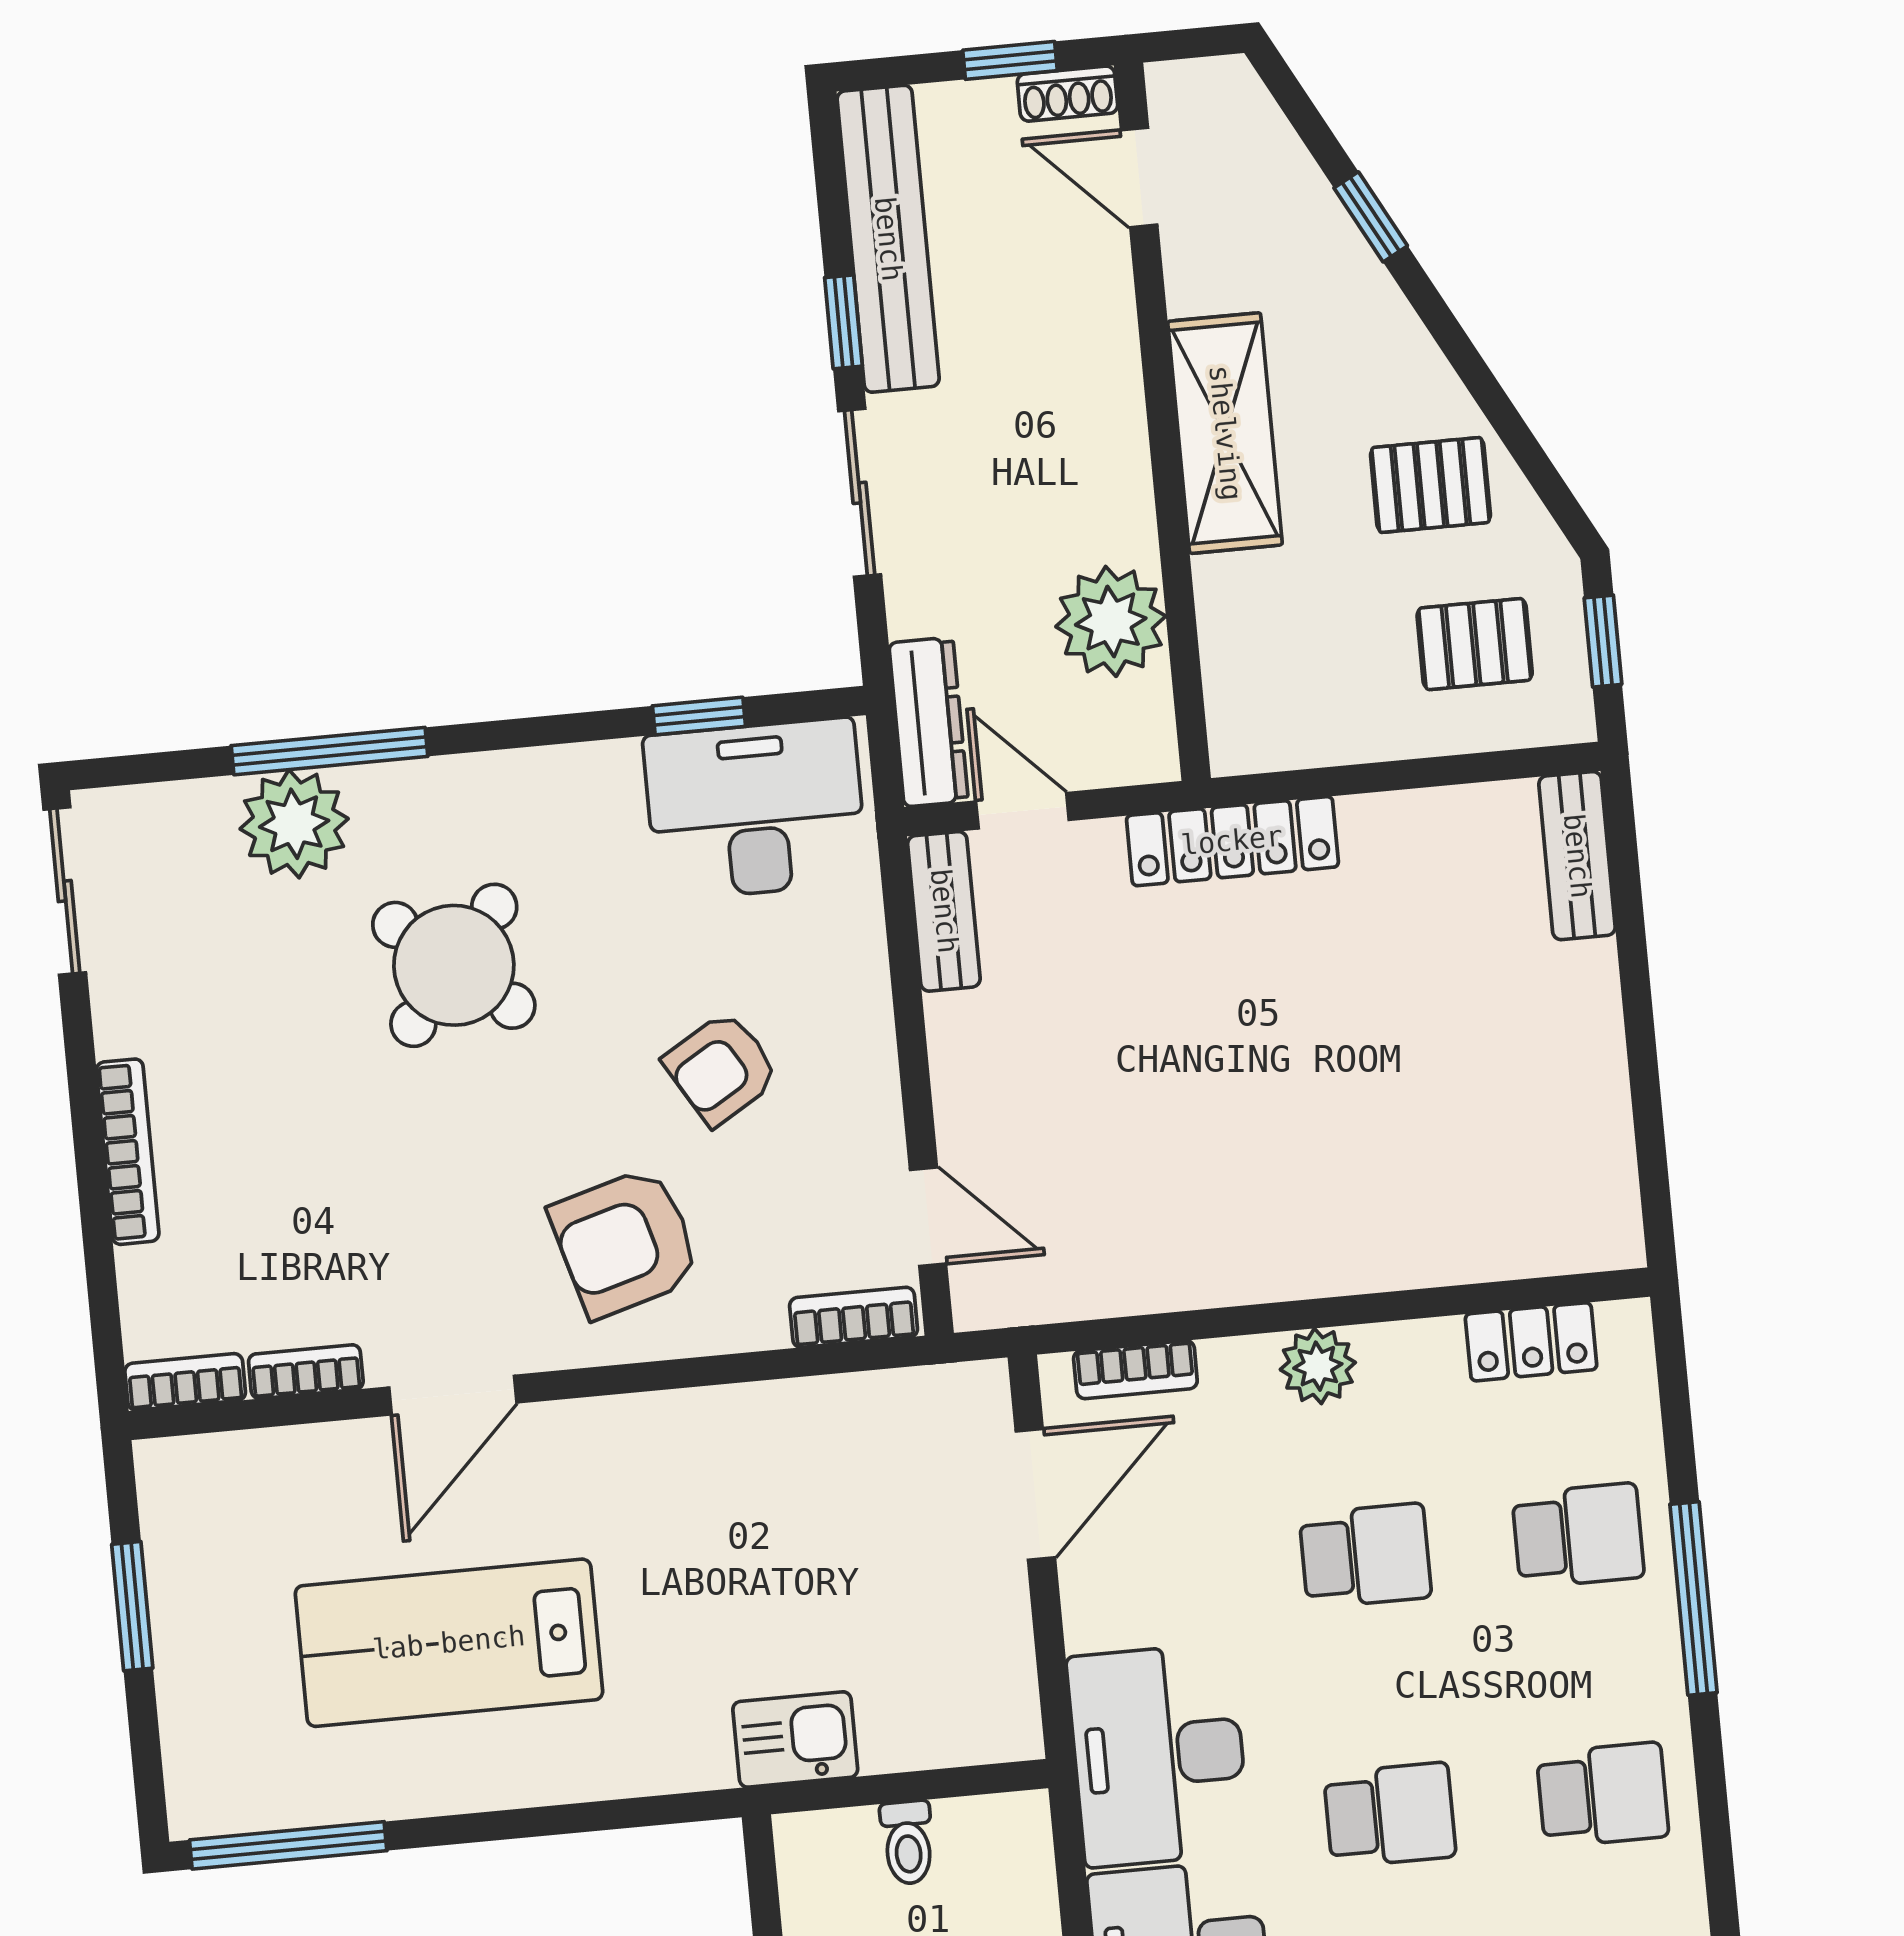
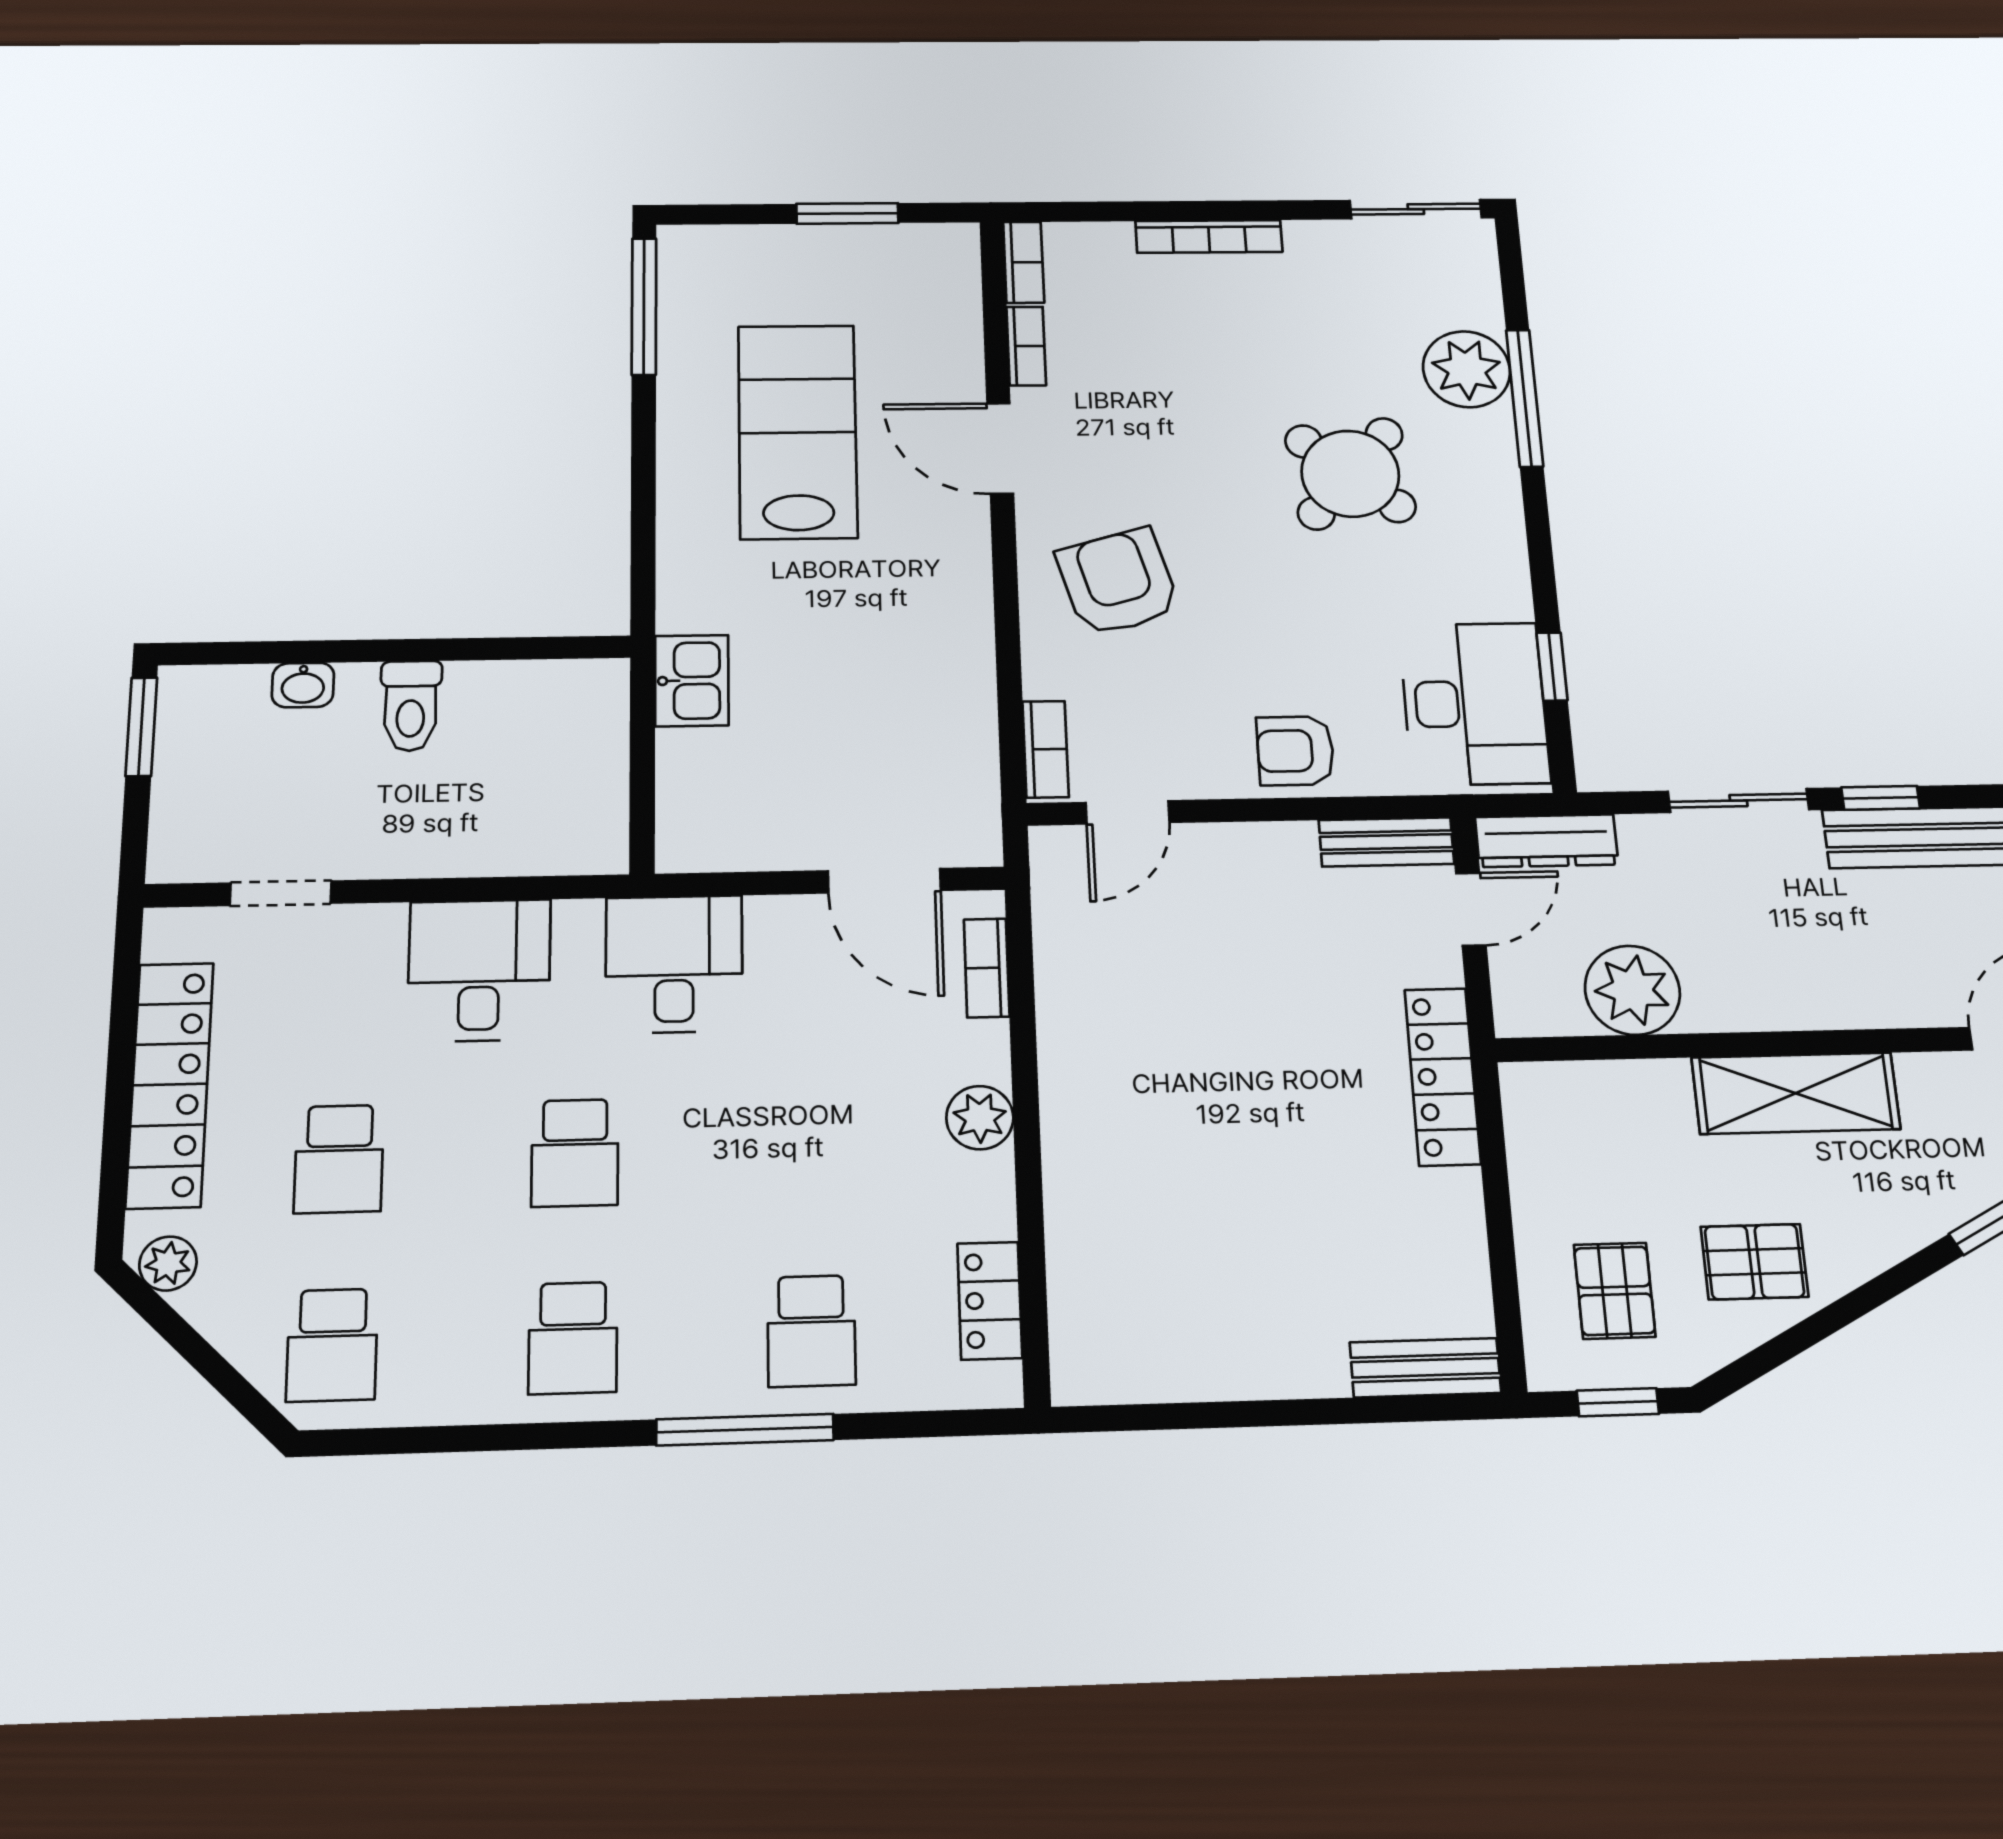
pallet: (1430, 485) -> (1754, 1262), turned 90
armchair: (721, 1068) -> (1295, 751), moved, turned -59
school desk: (1365, 1556) -> (809, 1147), removed
desk: (1159, 1755) -> (674, 964), width x0.73
toilet: (908, 1843) -> (595, 761), removed

